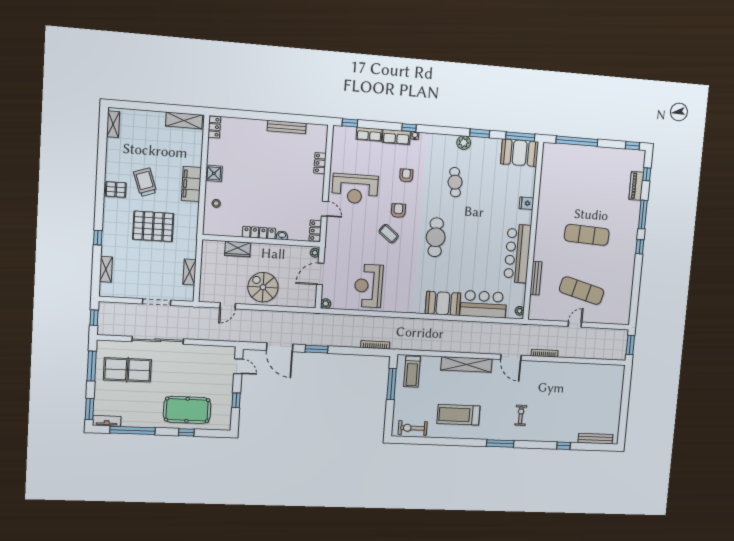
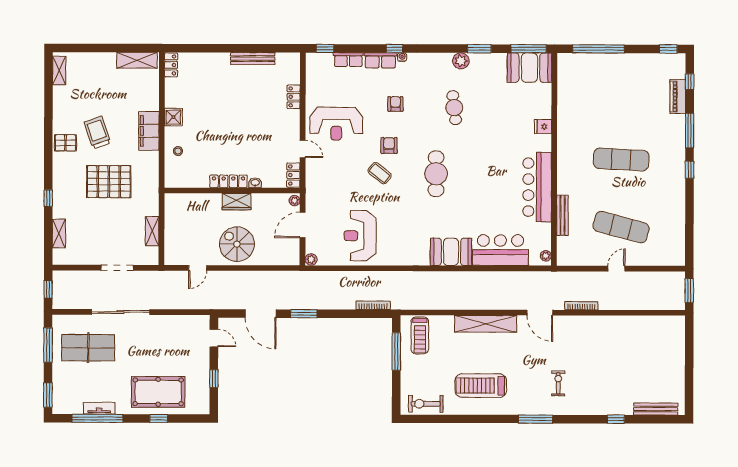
wardrobe: (238, 249) -> (237, 202), moved
tv unit: (107, 421) -> (99, 408), moved

